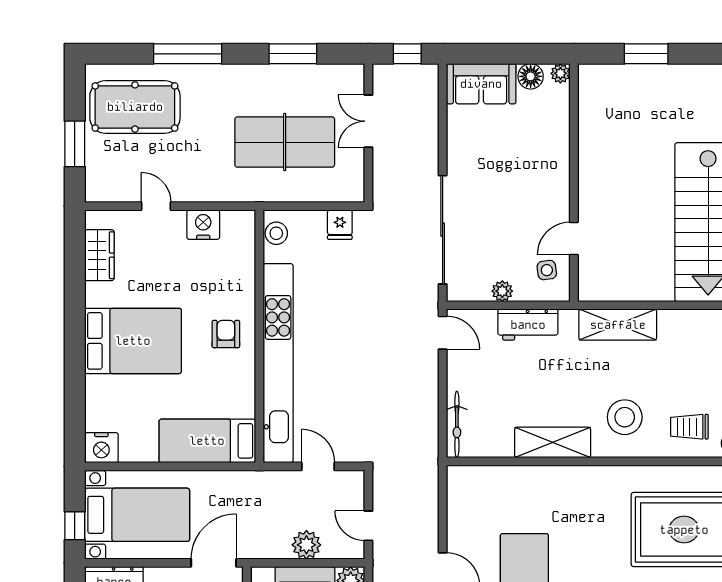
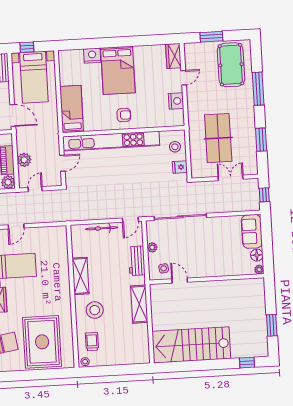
window: (646, 54) -> (272, 325), moved
stool: (276, 233) -> (175, 147), moved
wardrobe: (99, 255) -> (173, 56), moved, turned 90
bicycle: (457, 424) -> (102, 228), moved
nightstand: (101, 448) -> (92, 56), moved, turned 90

